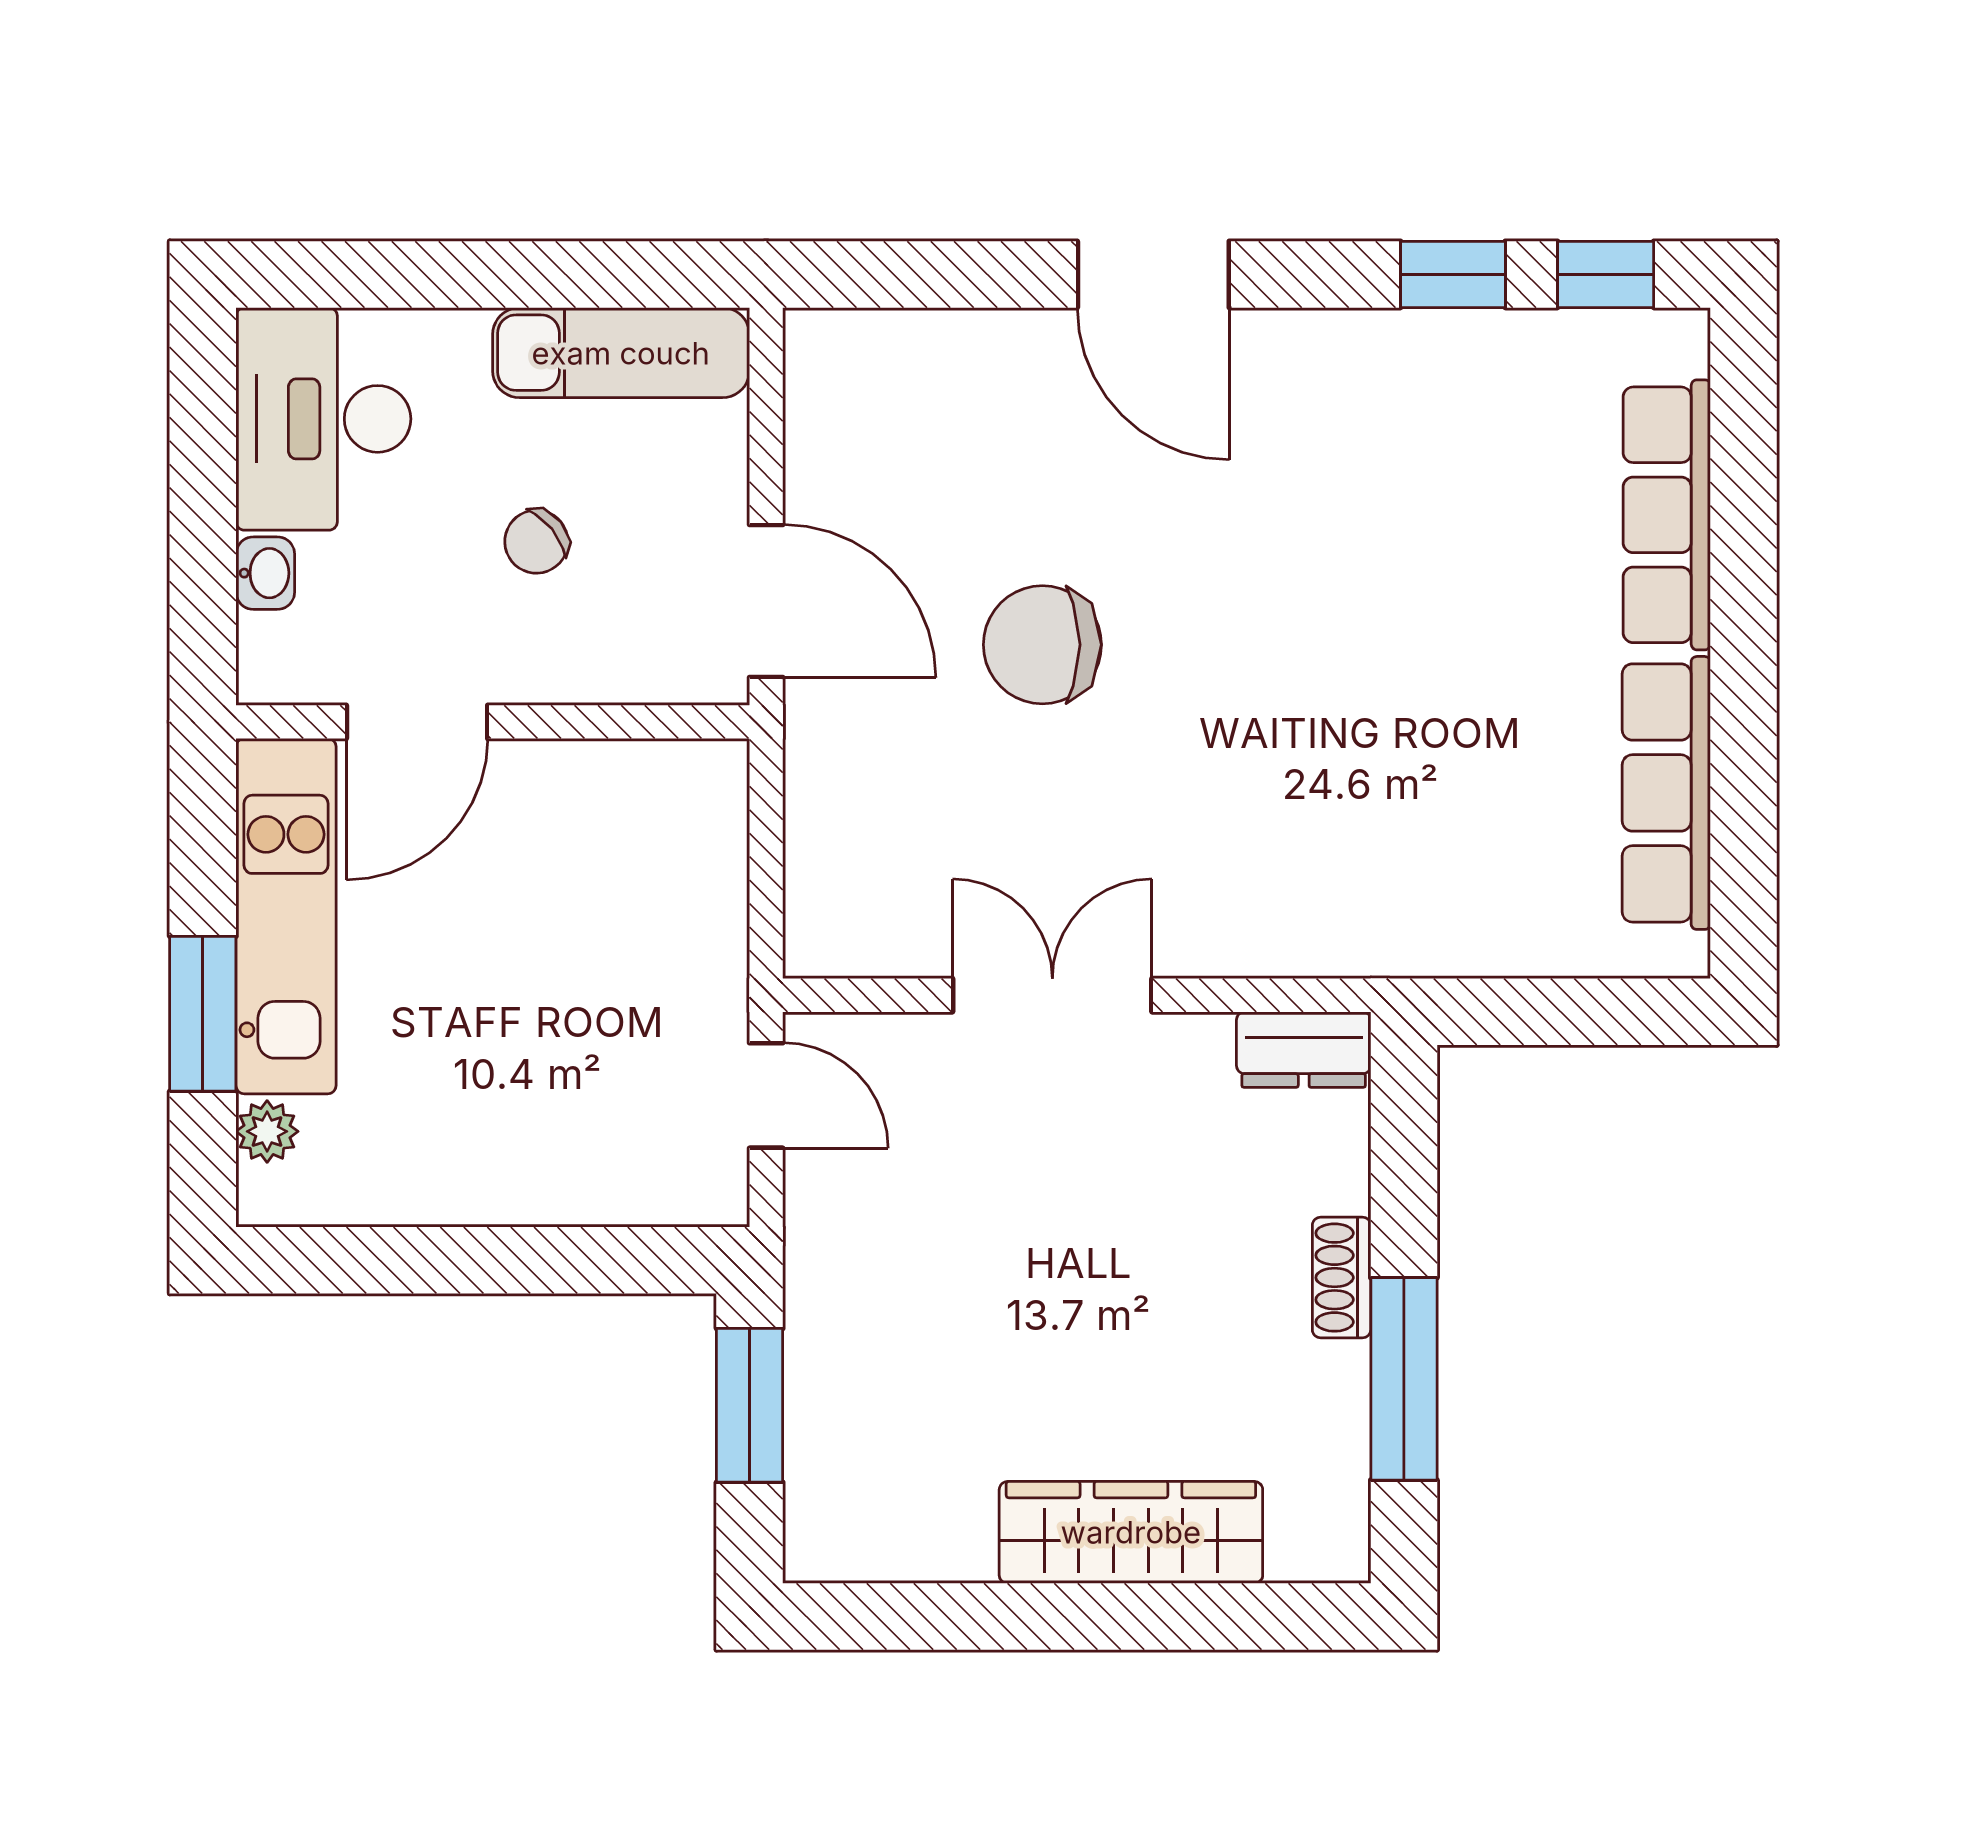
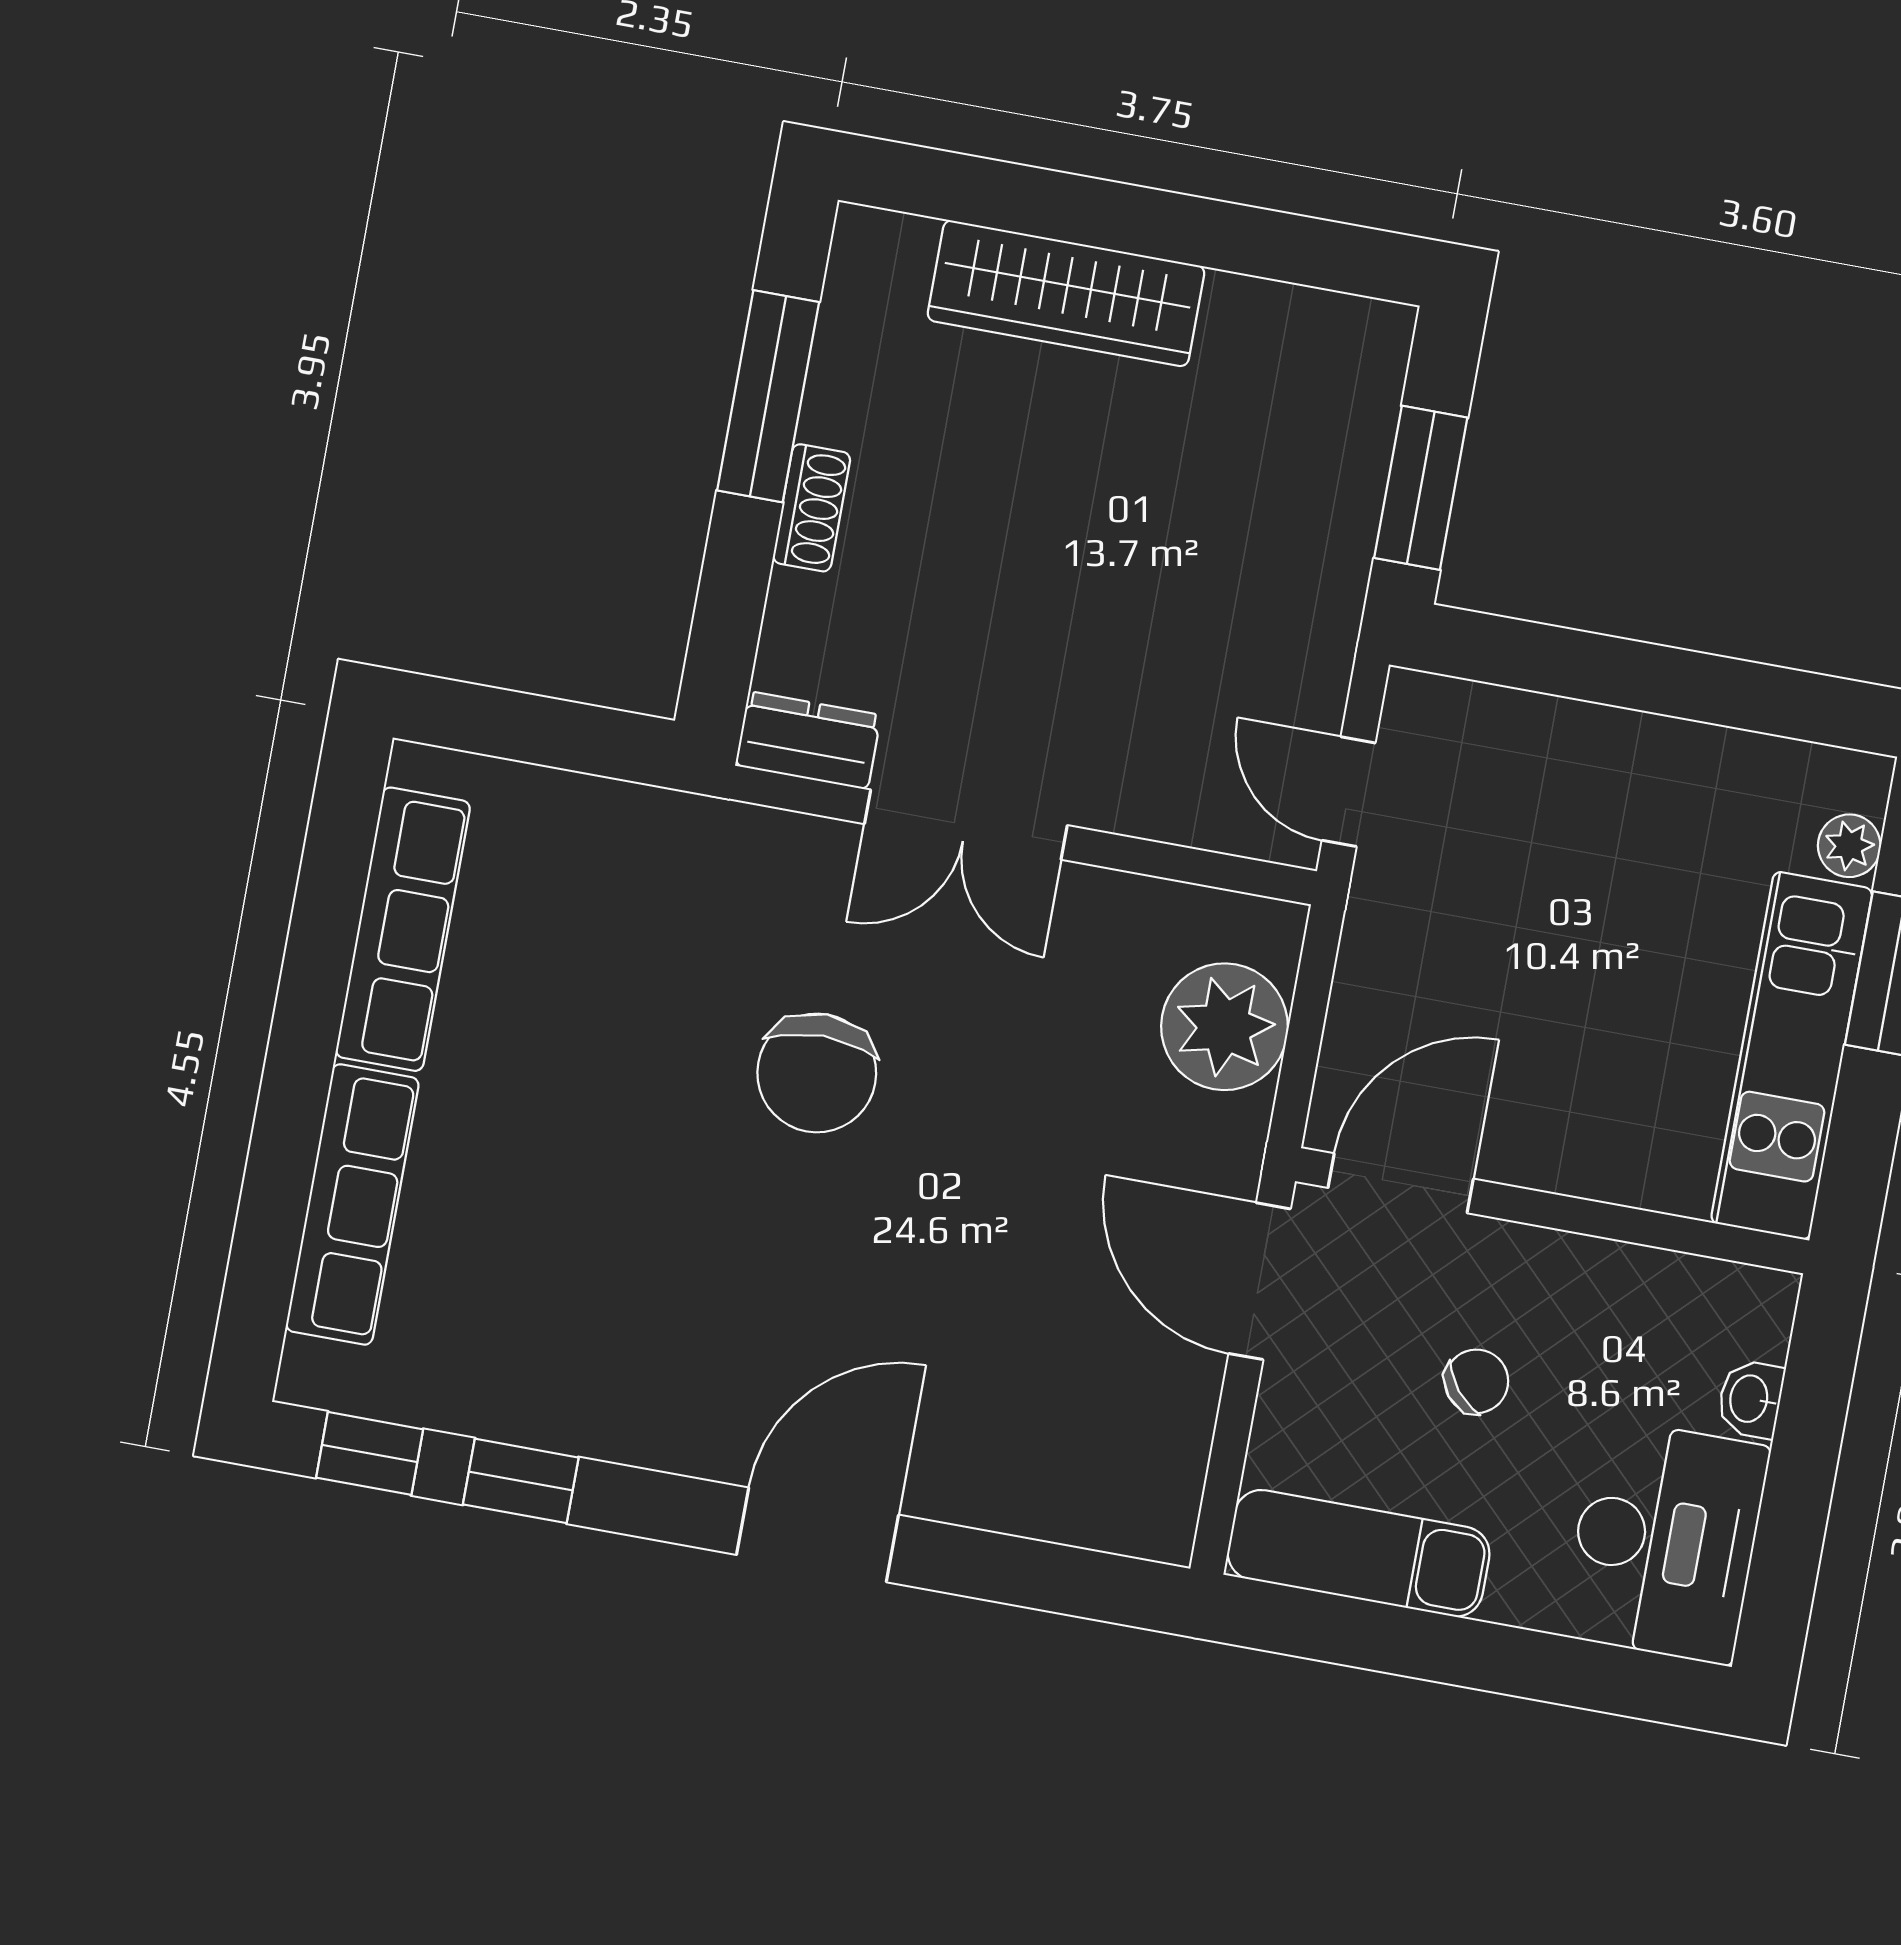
door: (1153, 274) -> (817, 1535), hinge flipped
chair: (1042, 645) -> (817, 1073), moved, turned 90
door: (417, 722) -> (1401, 1183), moved
plant: (846, 844) -> (1225, 1027), added
double door: (1052, 995) -> (966, 825), moved

